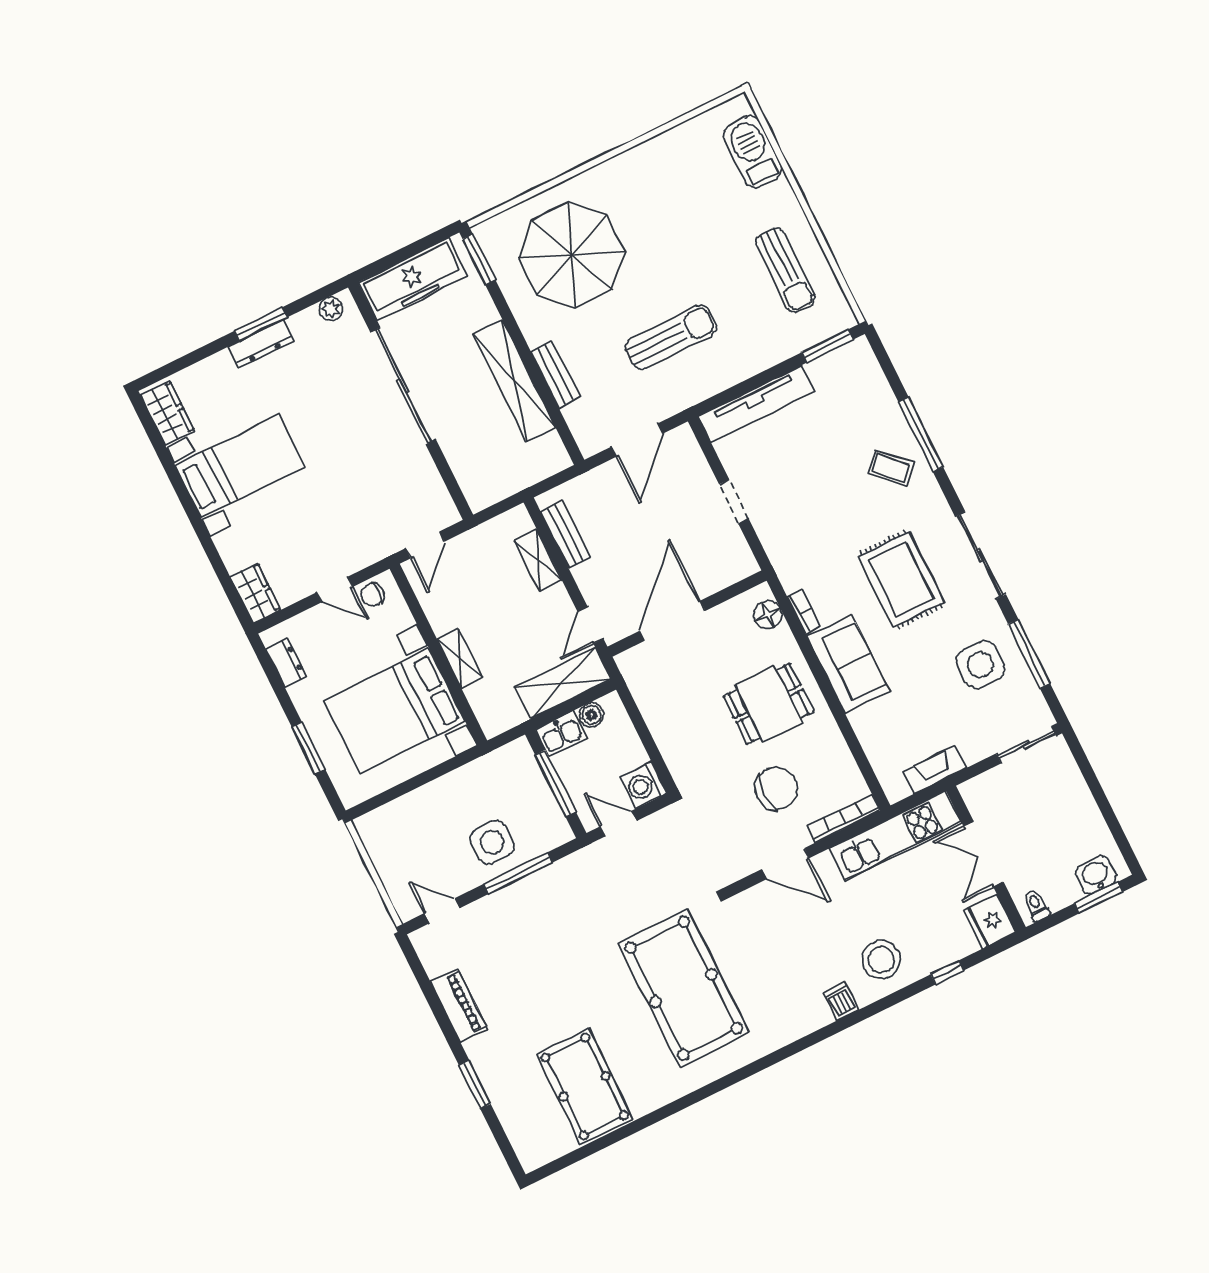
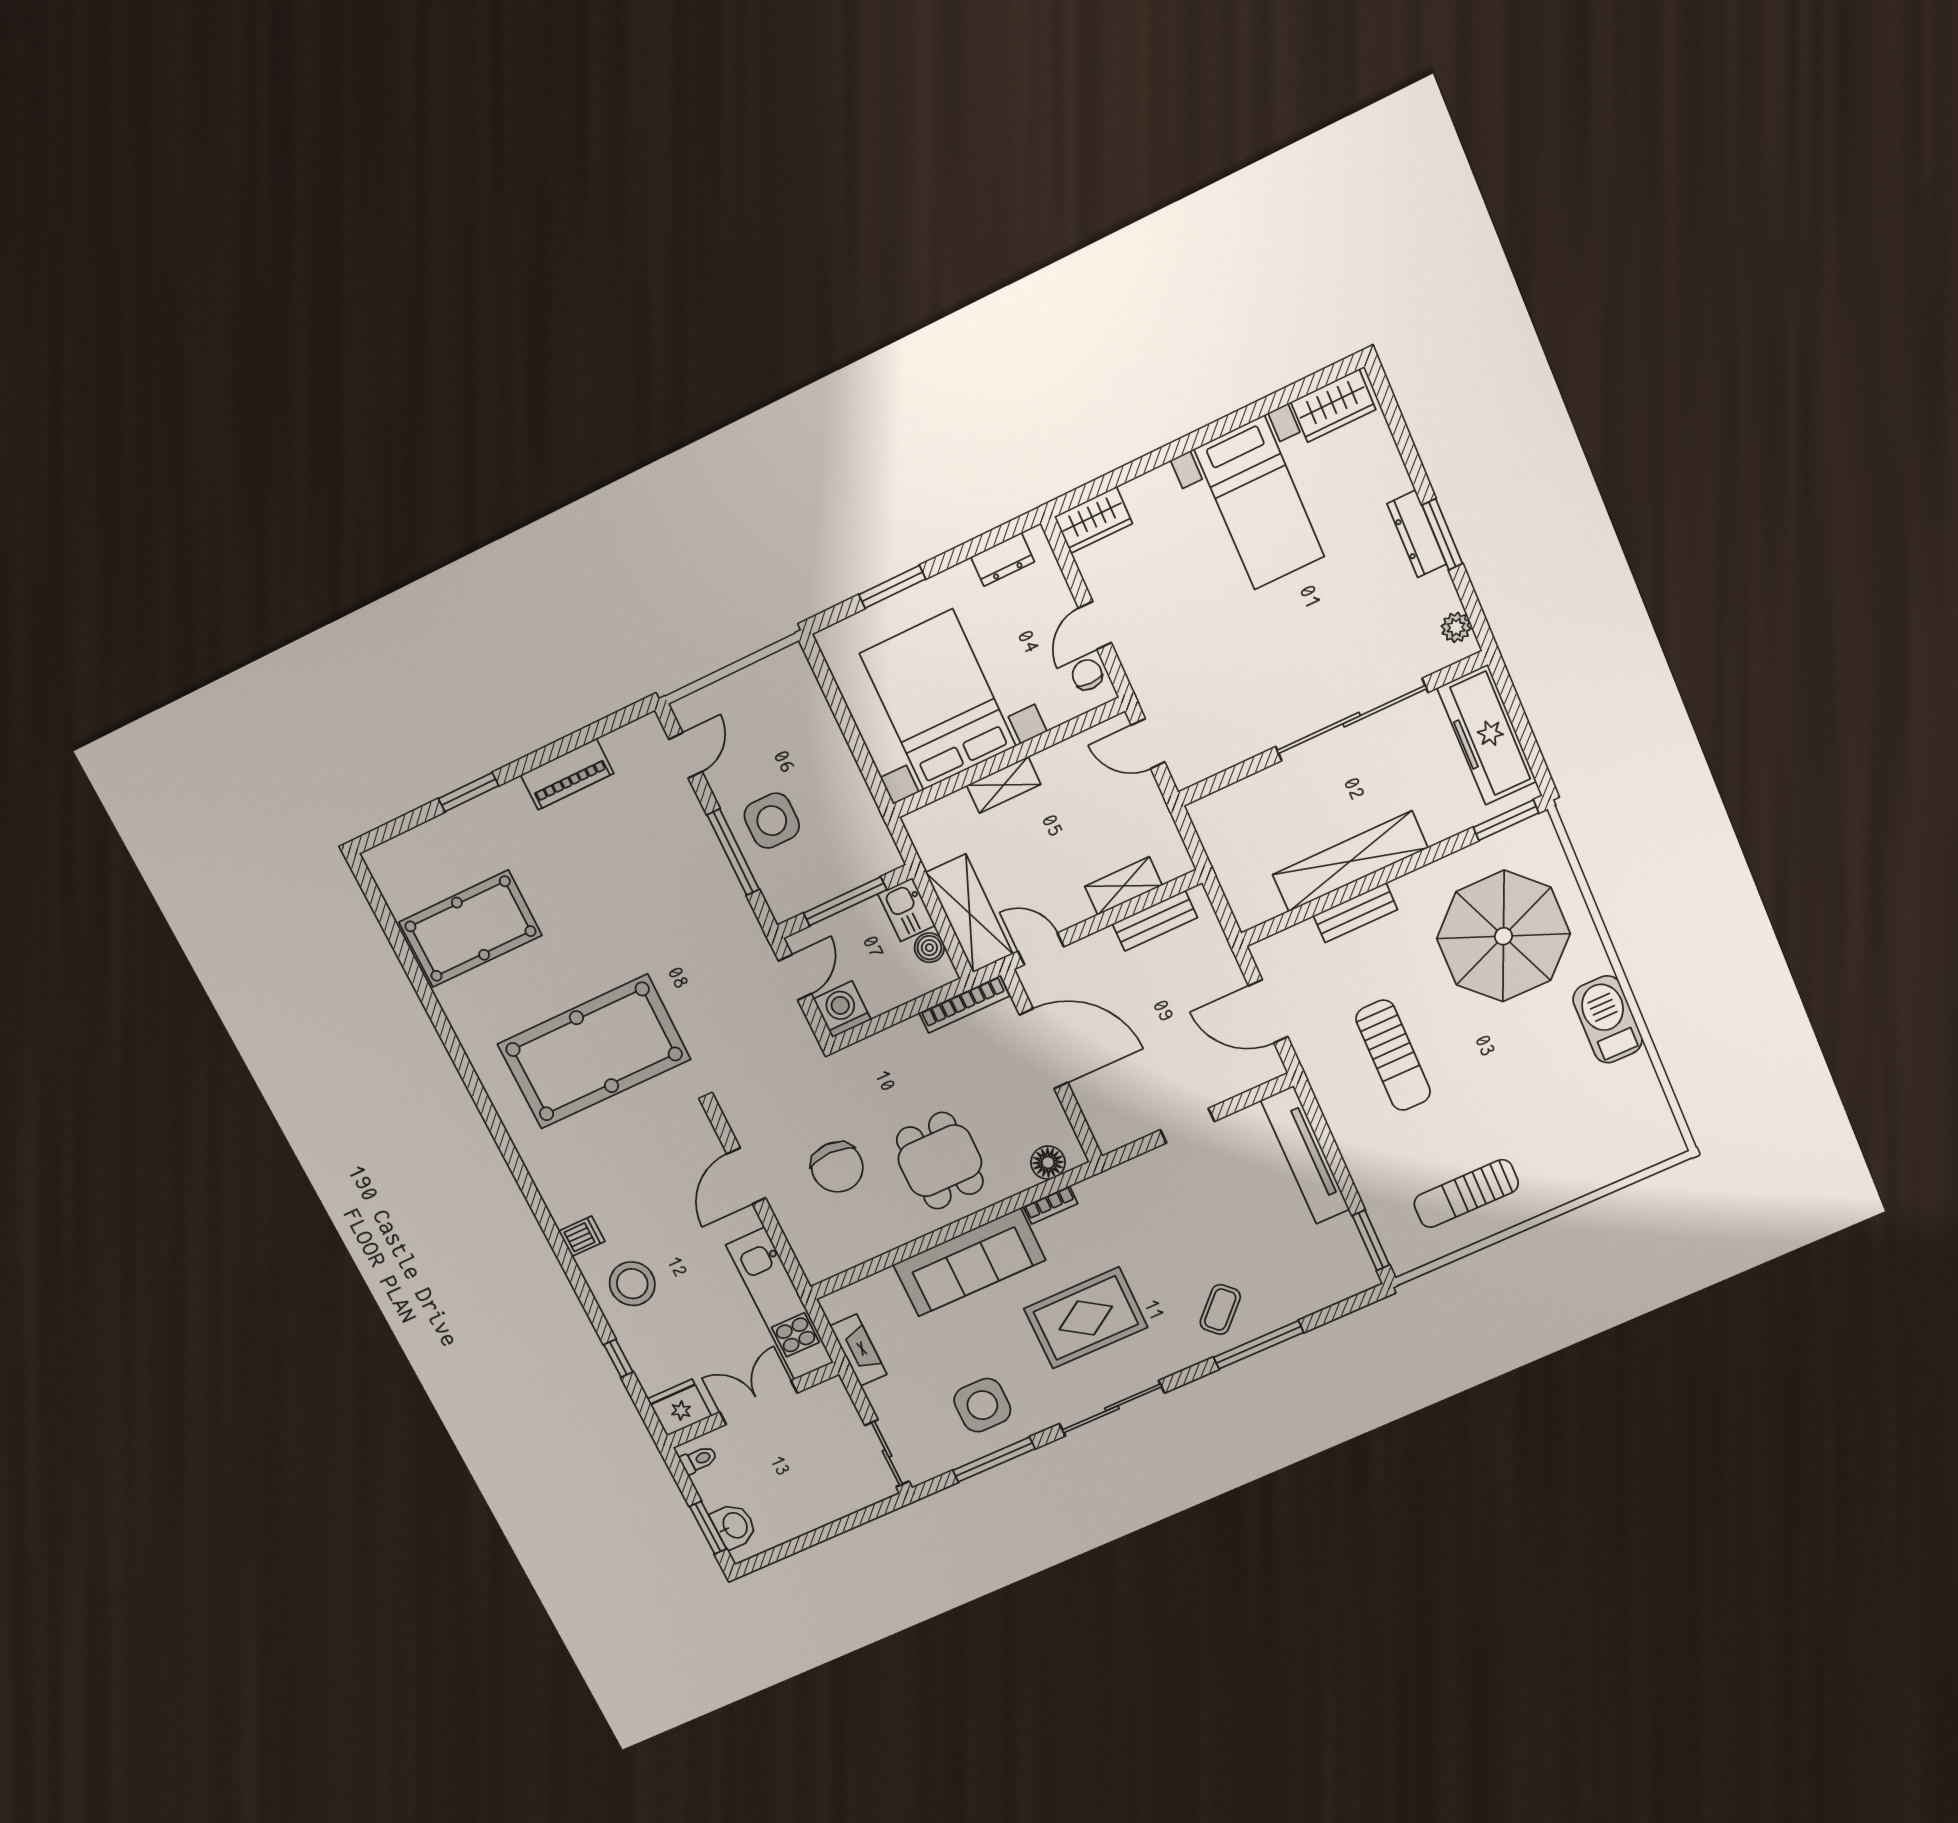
barbecue: (753, 152) -> (1608, 1019), moved, turned -90
sofa: (848, 664) -> (969, 1262), width x1.36
bookcase: (844, 818) -> (964, 1004), moved, turned 90

